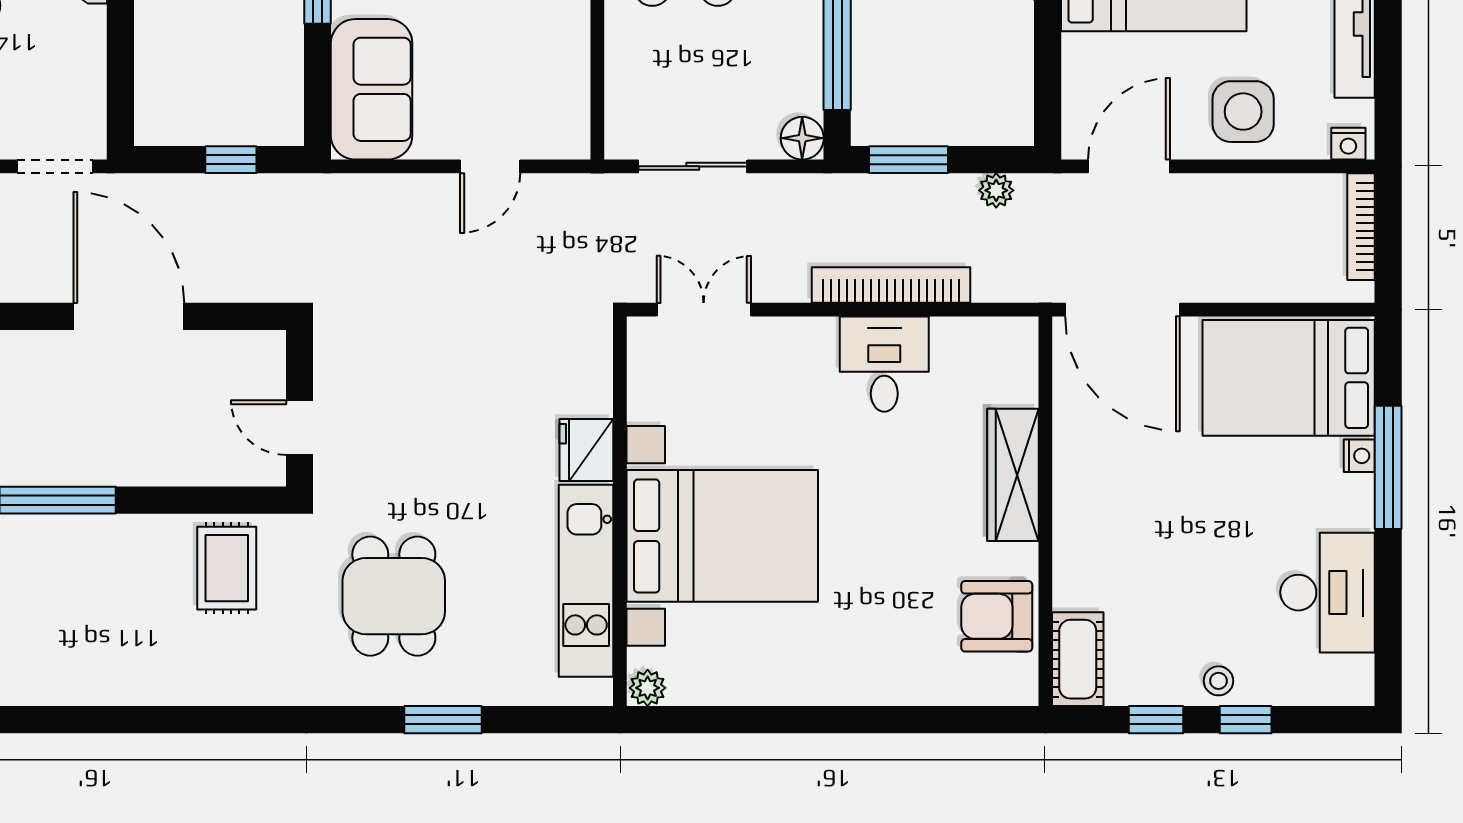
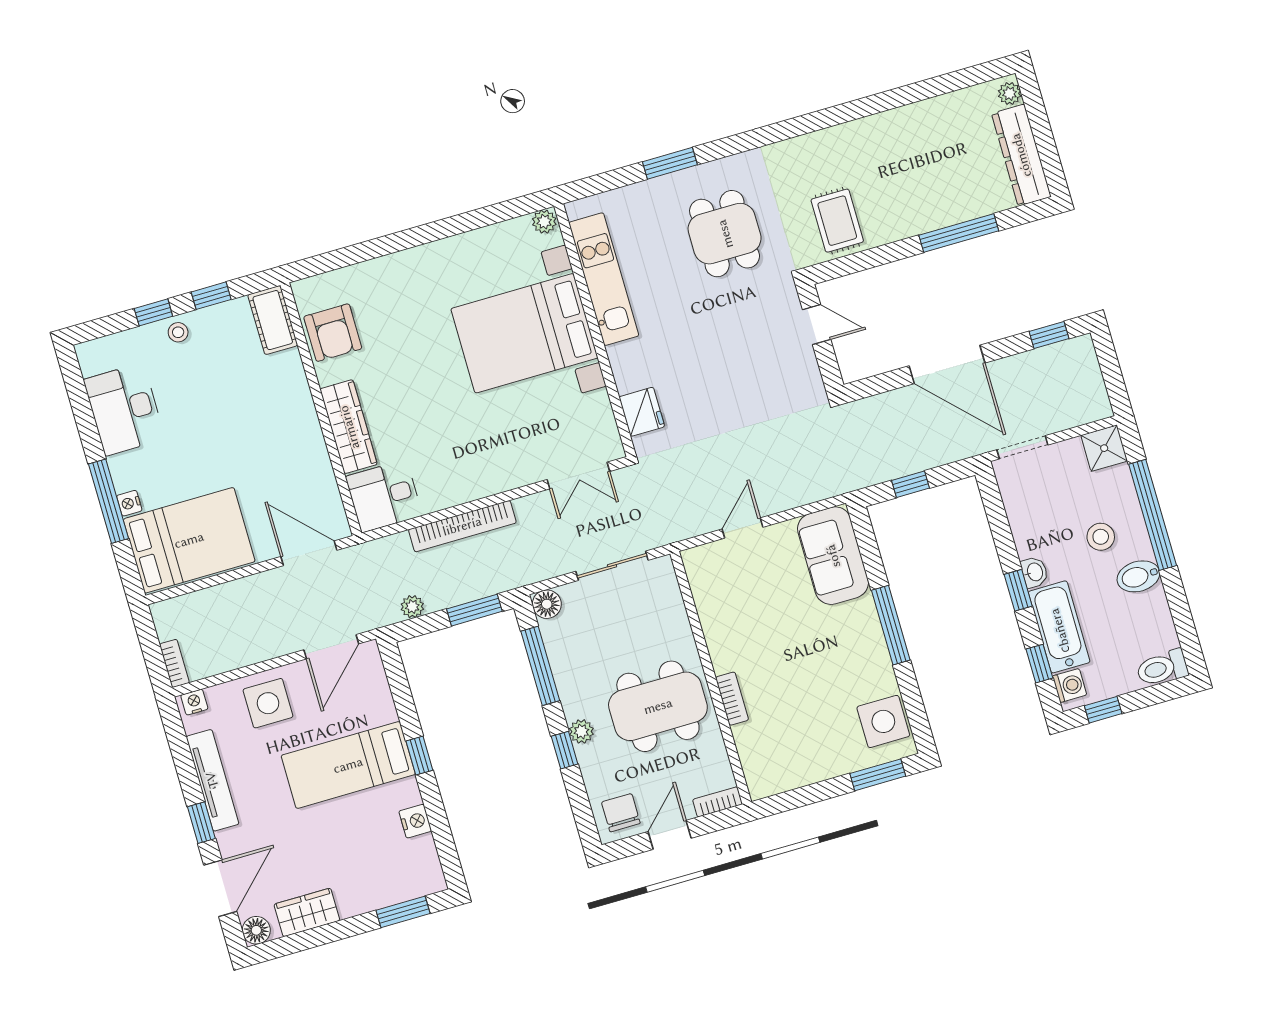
bookcase: (1361, 227) -> (174, 663), width x0.64
door: (1122, 310) -> (309, 553), width x0.73
desk: (884, 364) -> (384, 496), moved, turned 90
fridge: (586, 450) -> (642, 412), moved
armchair: (997, 616) -> (333, 333), turned 90

